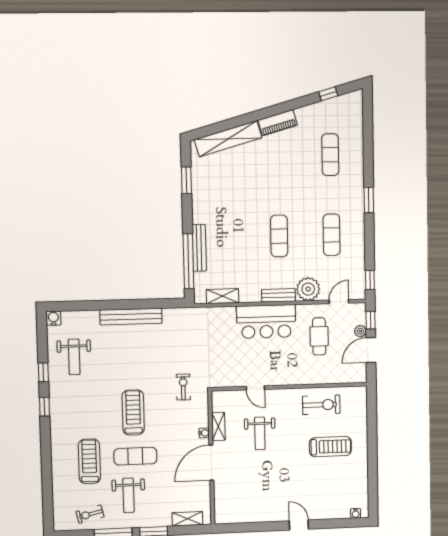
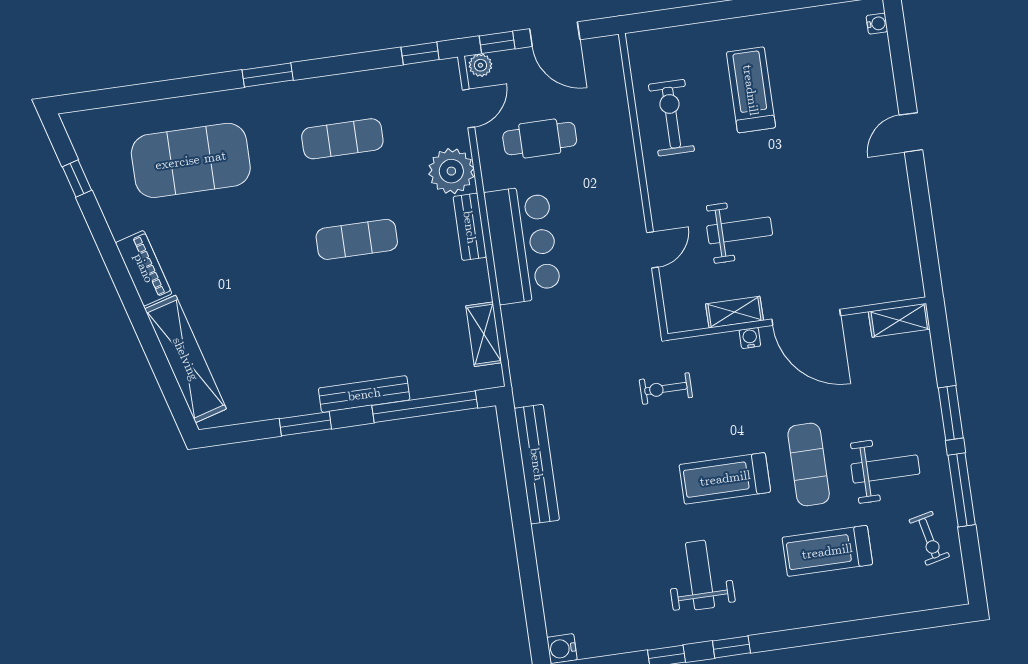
exercise mat: (330, 155) -> (191, 160), width x2.00, depth x1.45
window: (186, 180) -> (305, 424), moved
bench: (199, 248) -> (364, 394), moved
door: (339, 302) -> (469, 108), swing flipped
bench: (131, 317) -> (537, 464), moved
plant: (360, 331) -> (480, 65), moved
weight bench: (74, 357) -> (700, 575), moved, turned -90
shelving: (187, 519) -> (899, 320), moved, turned 90

